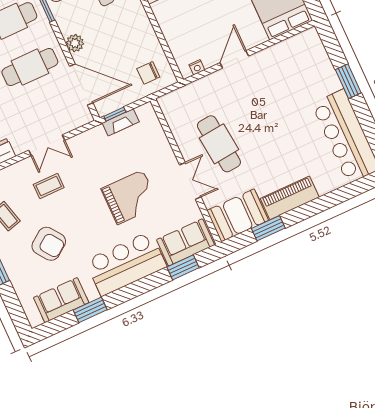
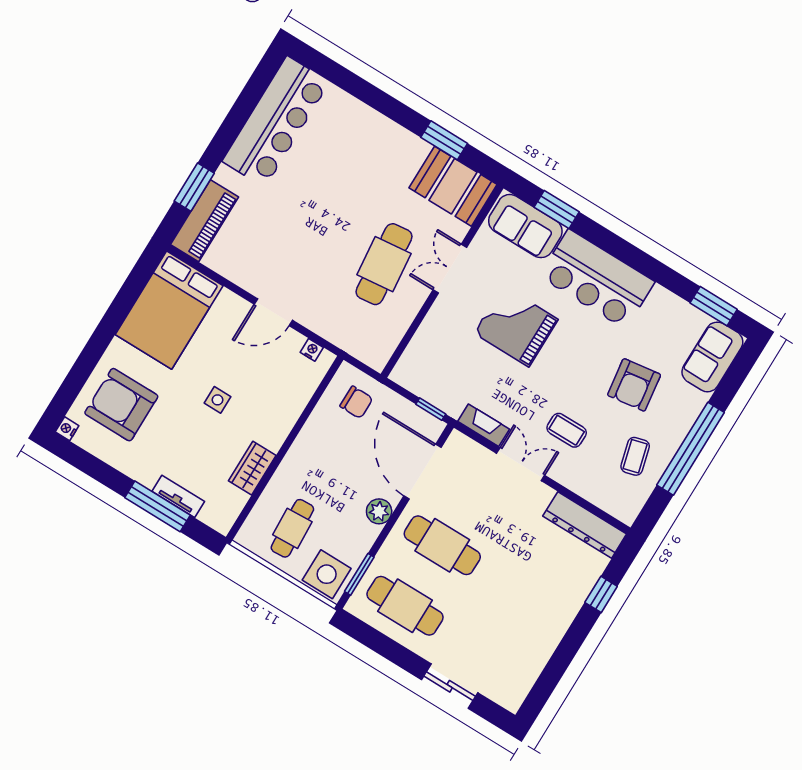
window: (348, 81) -> (194, 187), moved
fireplace: (121, 122) -> (484, 425), moved
piano: (290, 198) -> (205, 221), moved, turned -90
armchair: (49, 244) -> (634, 385), turned -152
sofa: (61, 300) -> (712, 357), moved, turned 90
window: (90, 310) -> (714, 306), moved

